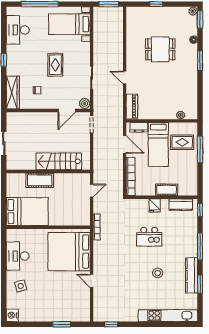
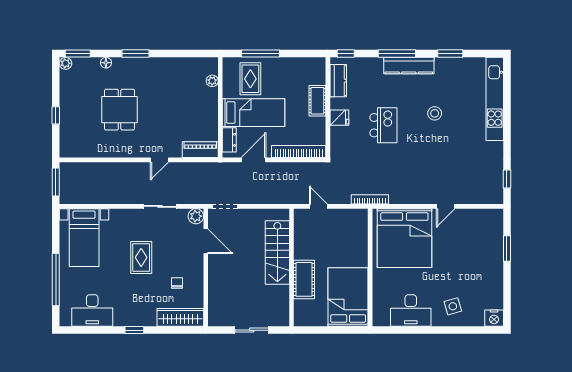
rug: (55, 65) -> (141, 257), turned 90
kitchen counter: (192, 275) -> (409, 66), moved

